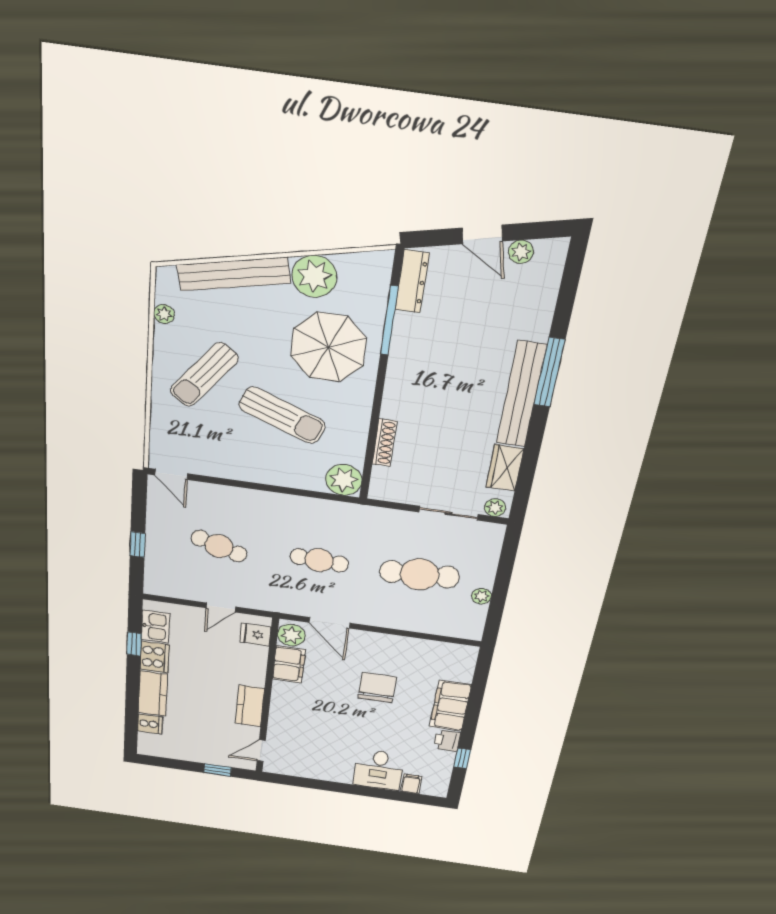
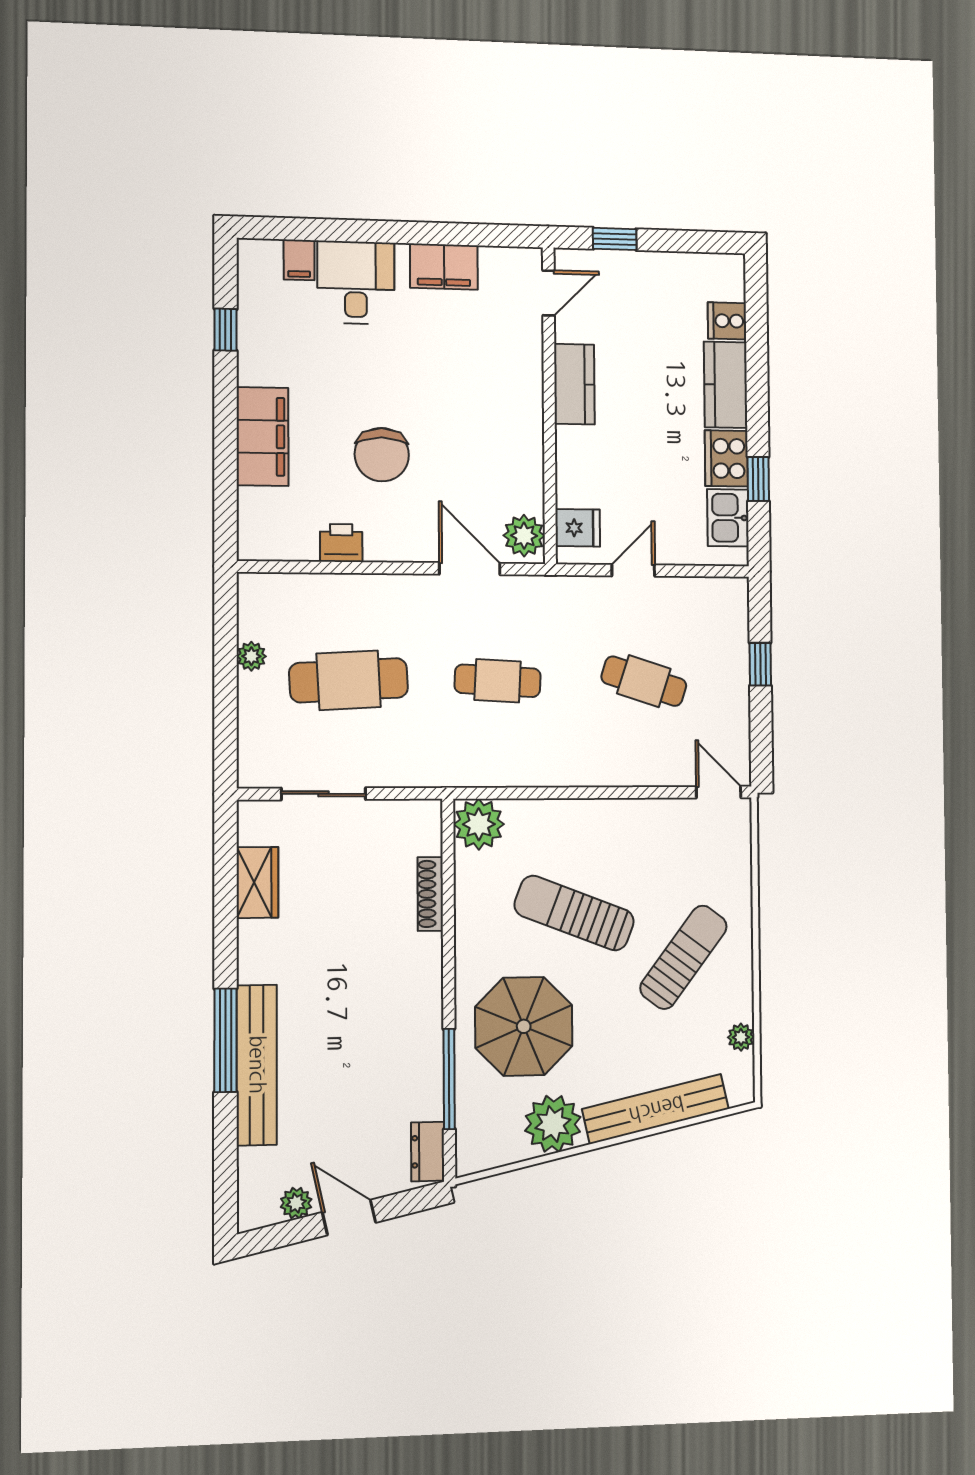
dresser: (412, 282) -> (428, 1151), width x0.70
bench: (521, 394) -> (257, 1065), moved
plant: (495, 508) -> (259, 815), removed
filing cabinet: (289, 664) -> (444, 267), moved, turned -90
printer: (447, 741) -> (341, 543), moved, turned -90

